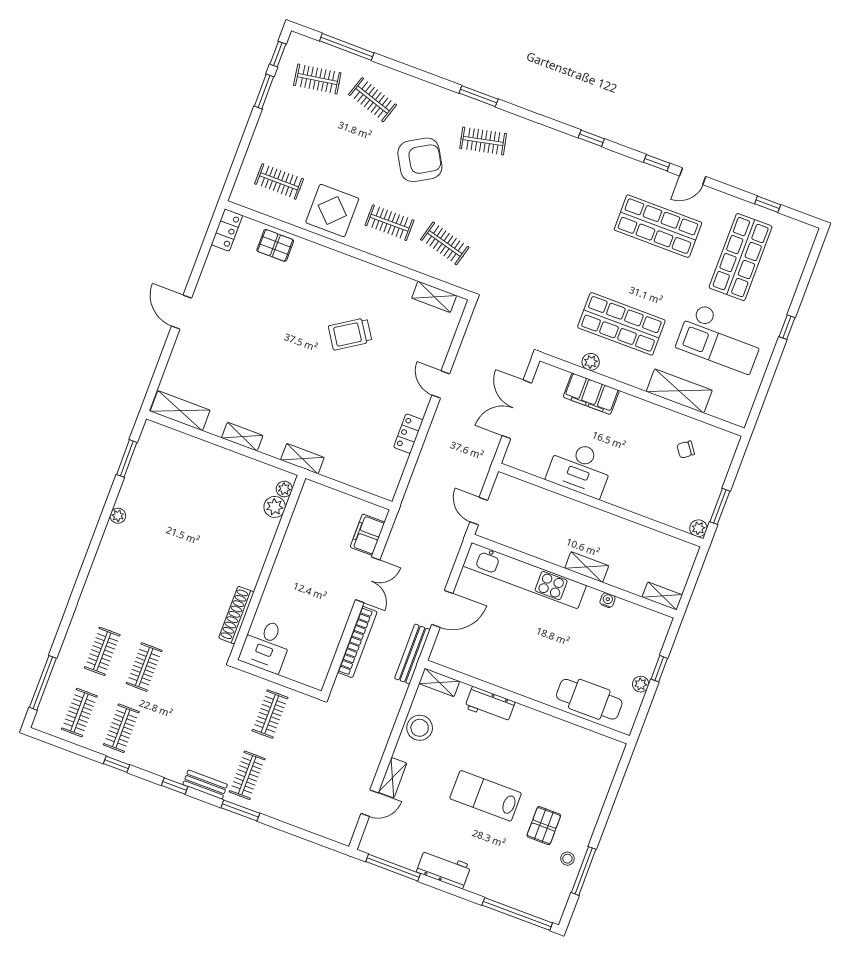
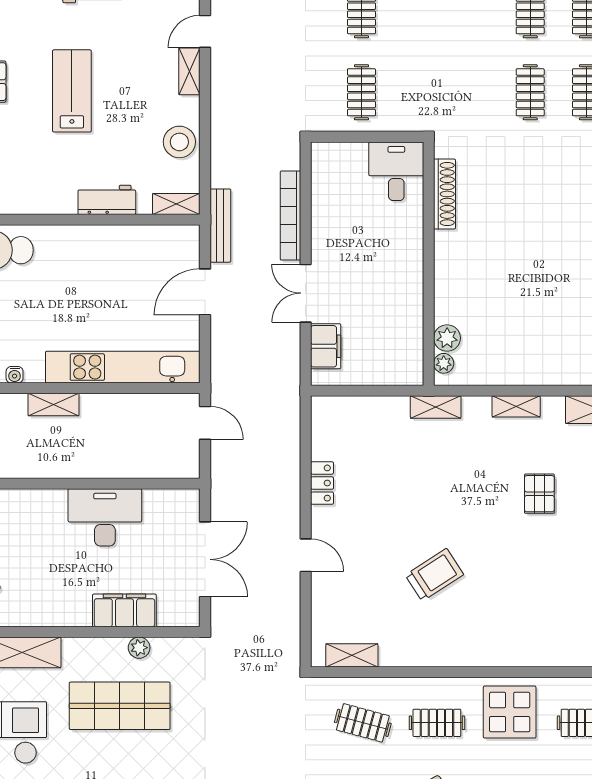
pallet: (275, 245) -> (539, 494), moved, turned 90
lab bench: (486, 796) -> (72, 91), turned -90

